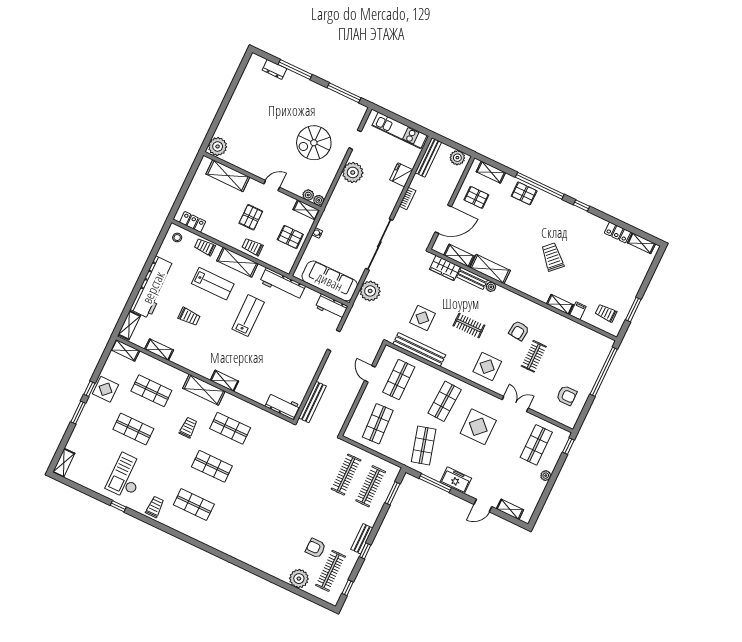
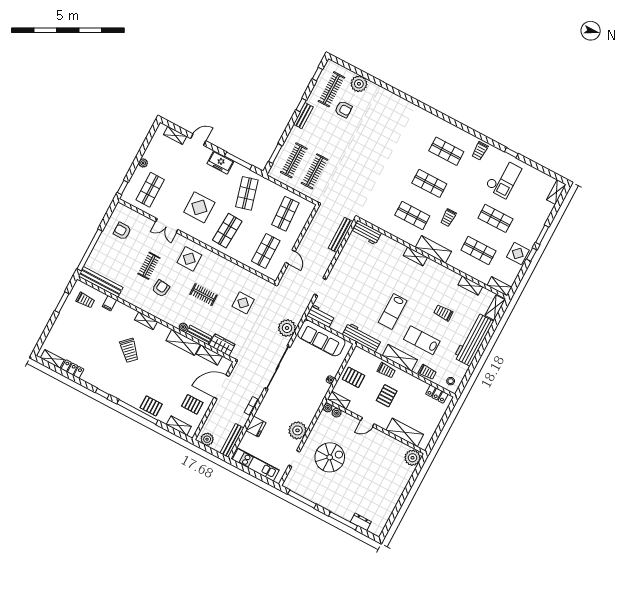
shelving: (560, 304) -> (146, 321), moved
bench: (419, 350) -> (101, 282), moved

